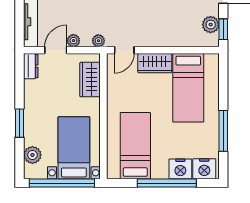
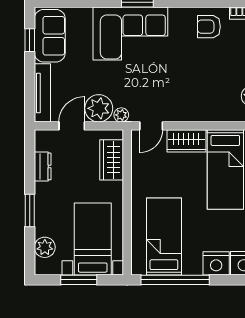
plant: (73, 41) -> (99, 108), width x1.88, depth x1.88
dresser: (31, 66) -> (43, 166), moved
window: (62, 183) -> (79, 280), width x0.47
window: (167, 183) -> (175, 280), moved

